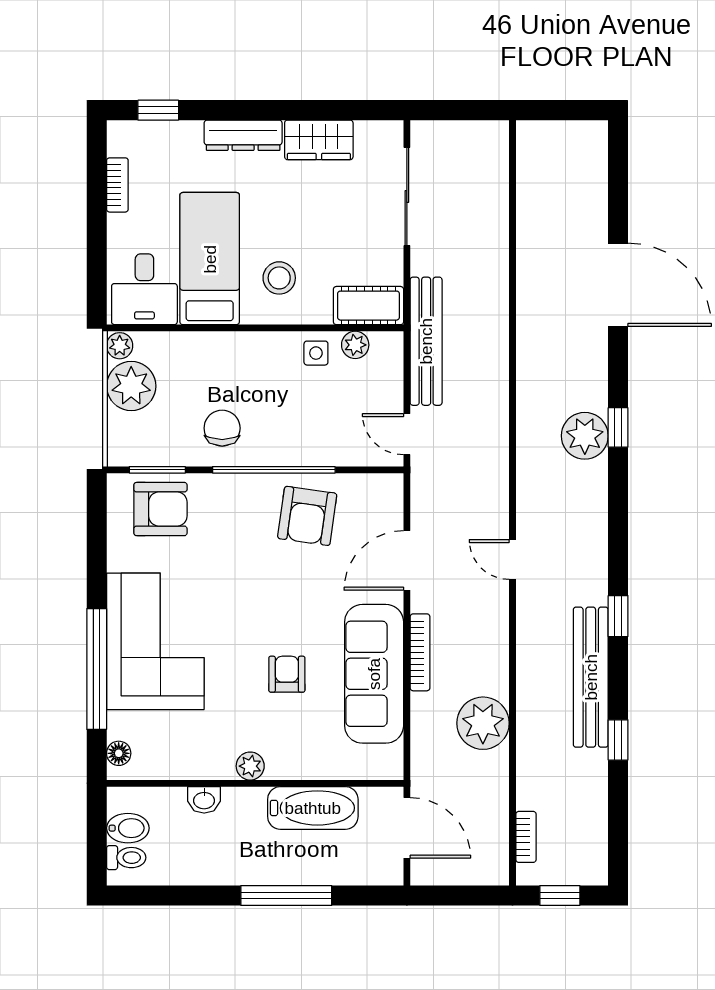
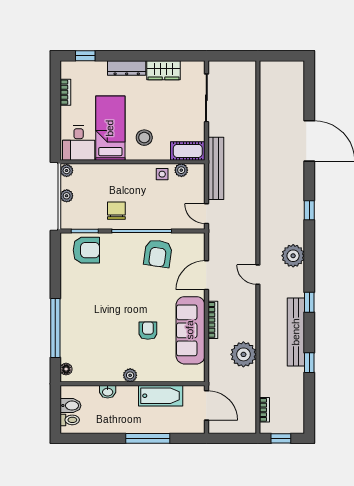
plant: (131, 386) -> (67, 196), width x0.53, depth x0.53
plant: (585, 436) -> (293, 256), moved
corner sofa: (155, 641) -> (84, 315), removed

